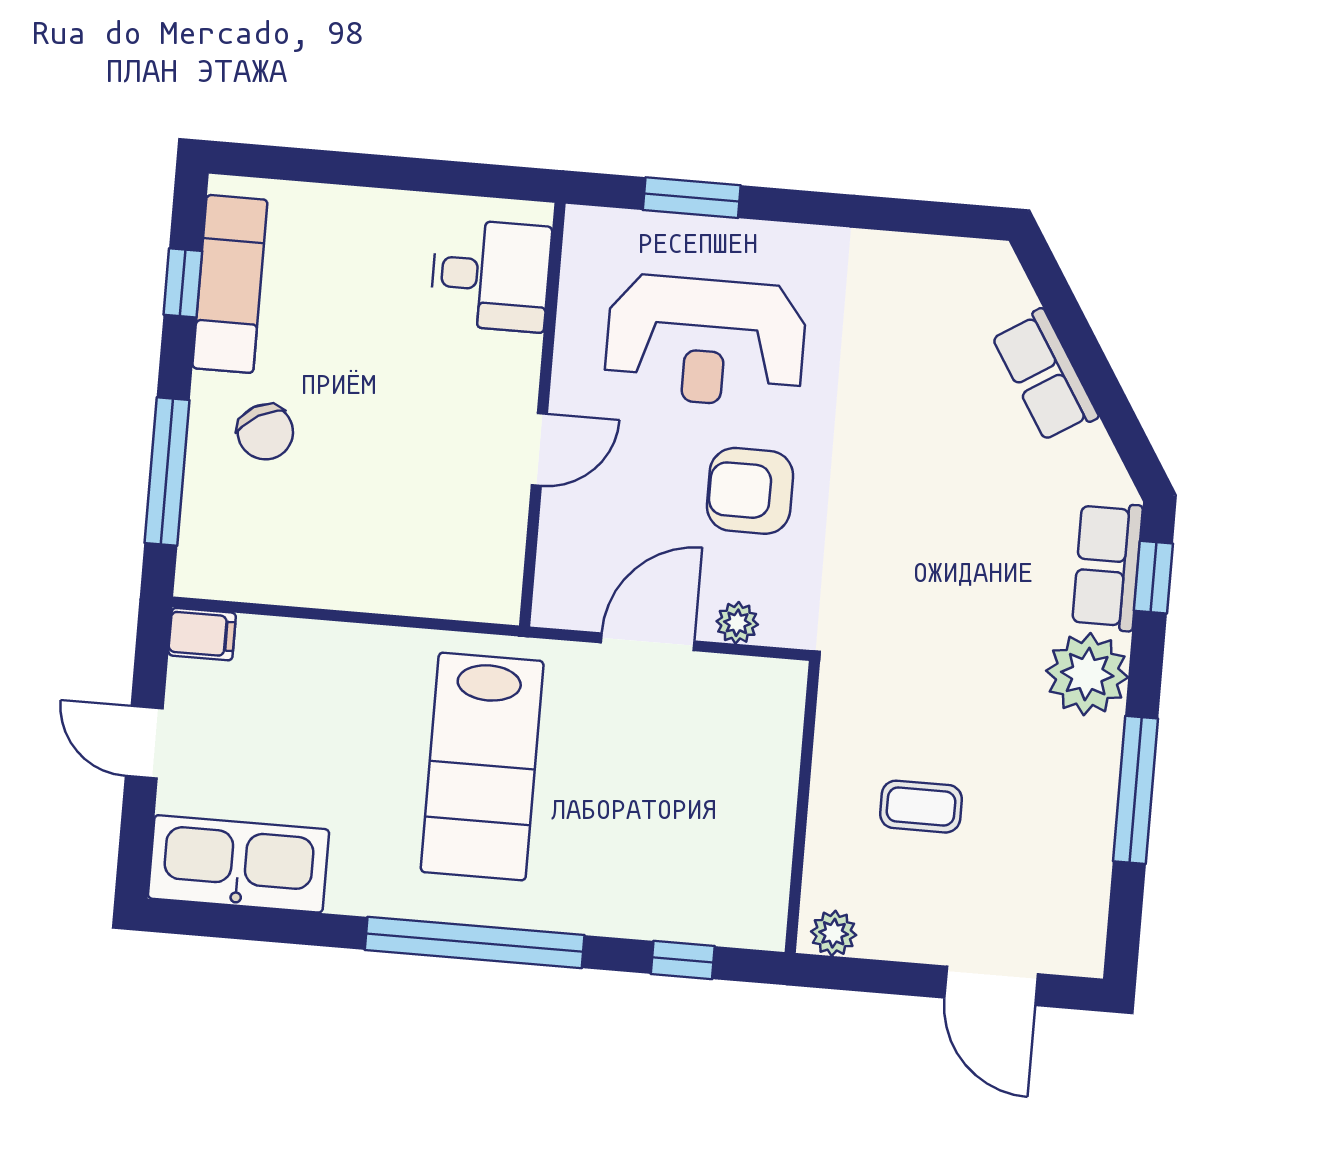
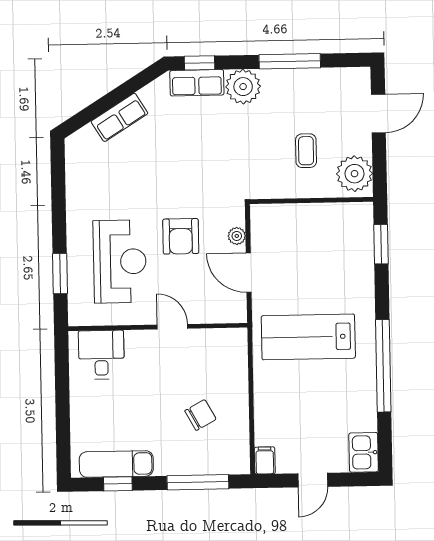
chair: (265, 432) -> (200, 415), moved
lab bench: (482, 766) -> (308, 337), turned 180
kitchen sink: (238, 864) -> (364, 452), width x0.53, depth x0.81
plant: (834, 933) -> (355, 174), width x1.87, depth x1.87
window: (475, 943) -> (383, 366), moved
window: (683, 960) -> (381, 244), width x1.50

